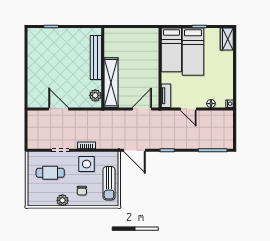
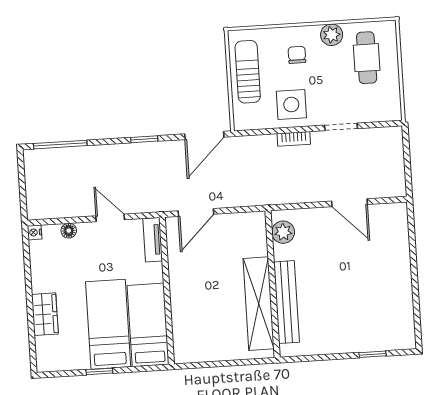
wardrobe: (227, 39) -> (45, 314), moved
shelving: (111, 83) -> (259, 304), moved
door: (135, 150) -> (204, 135), swing flipped
cafe table: (50, 173) -> (367, 58), moved, turned 90

